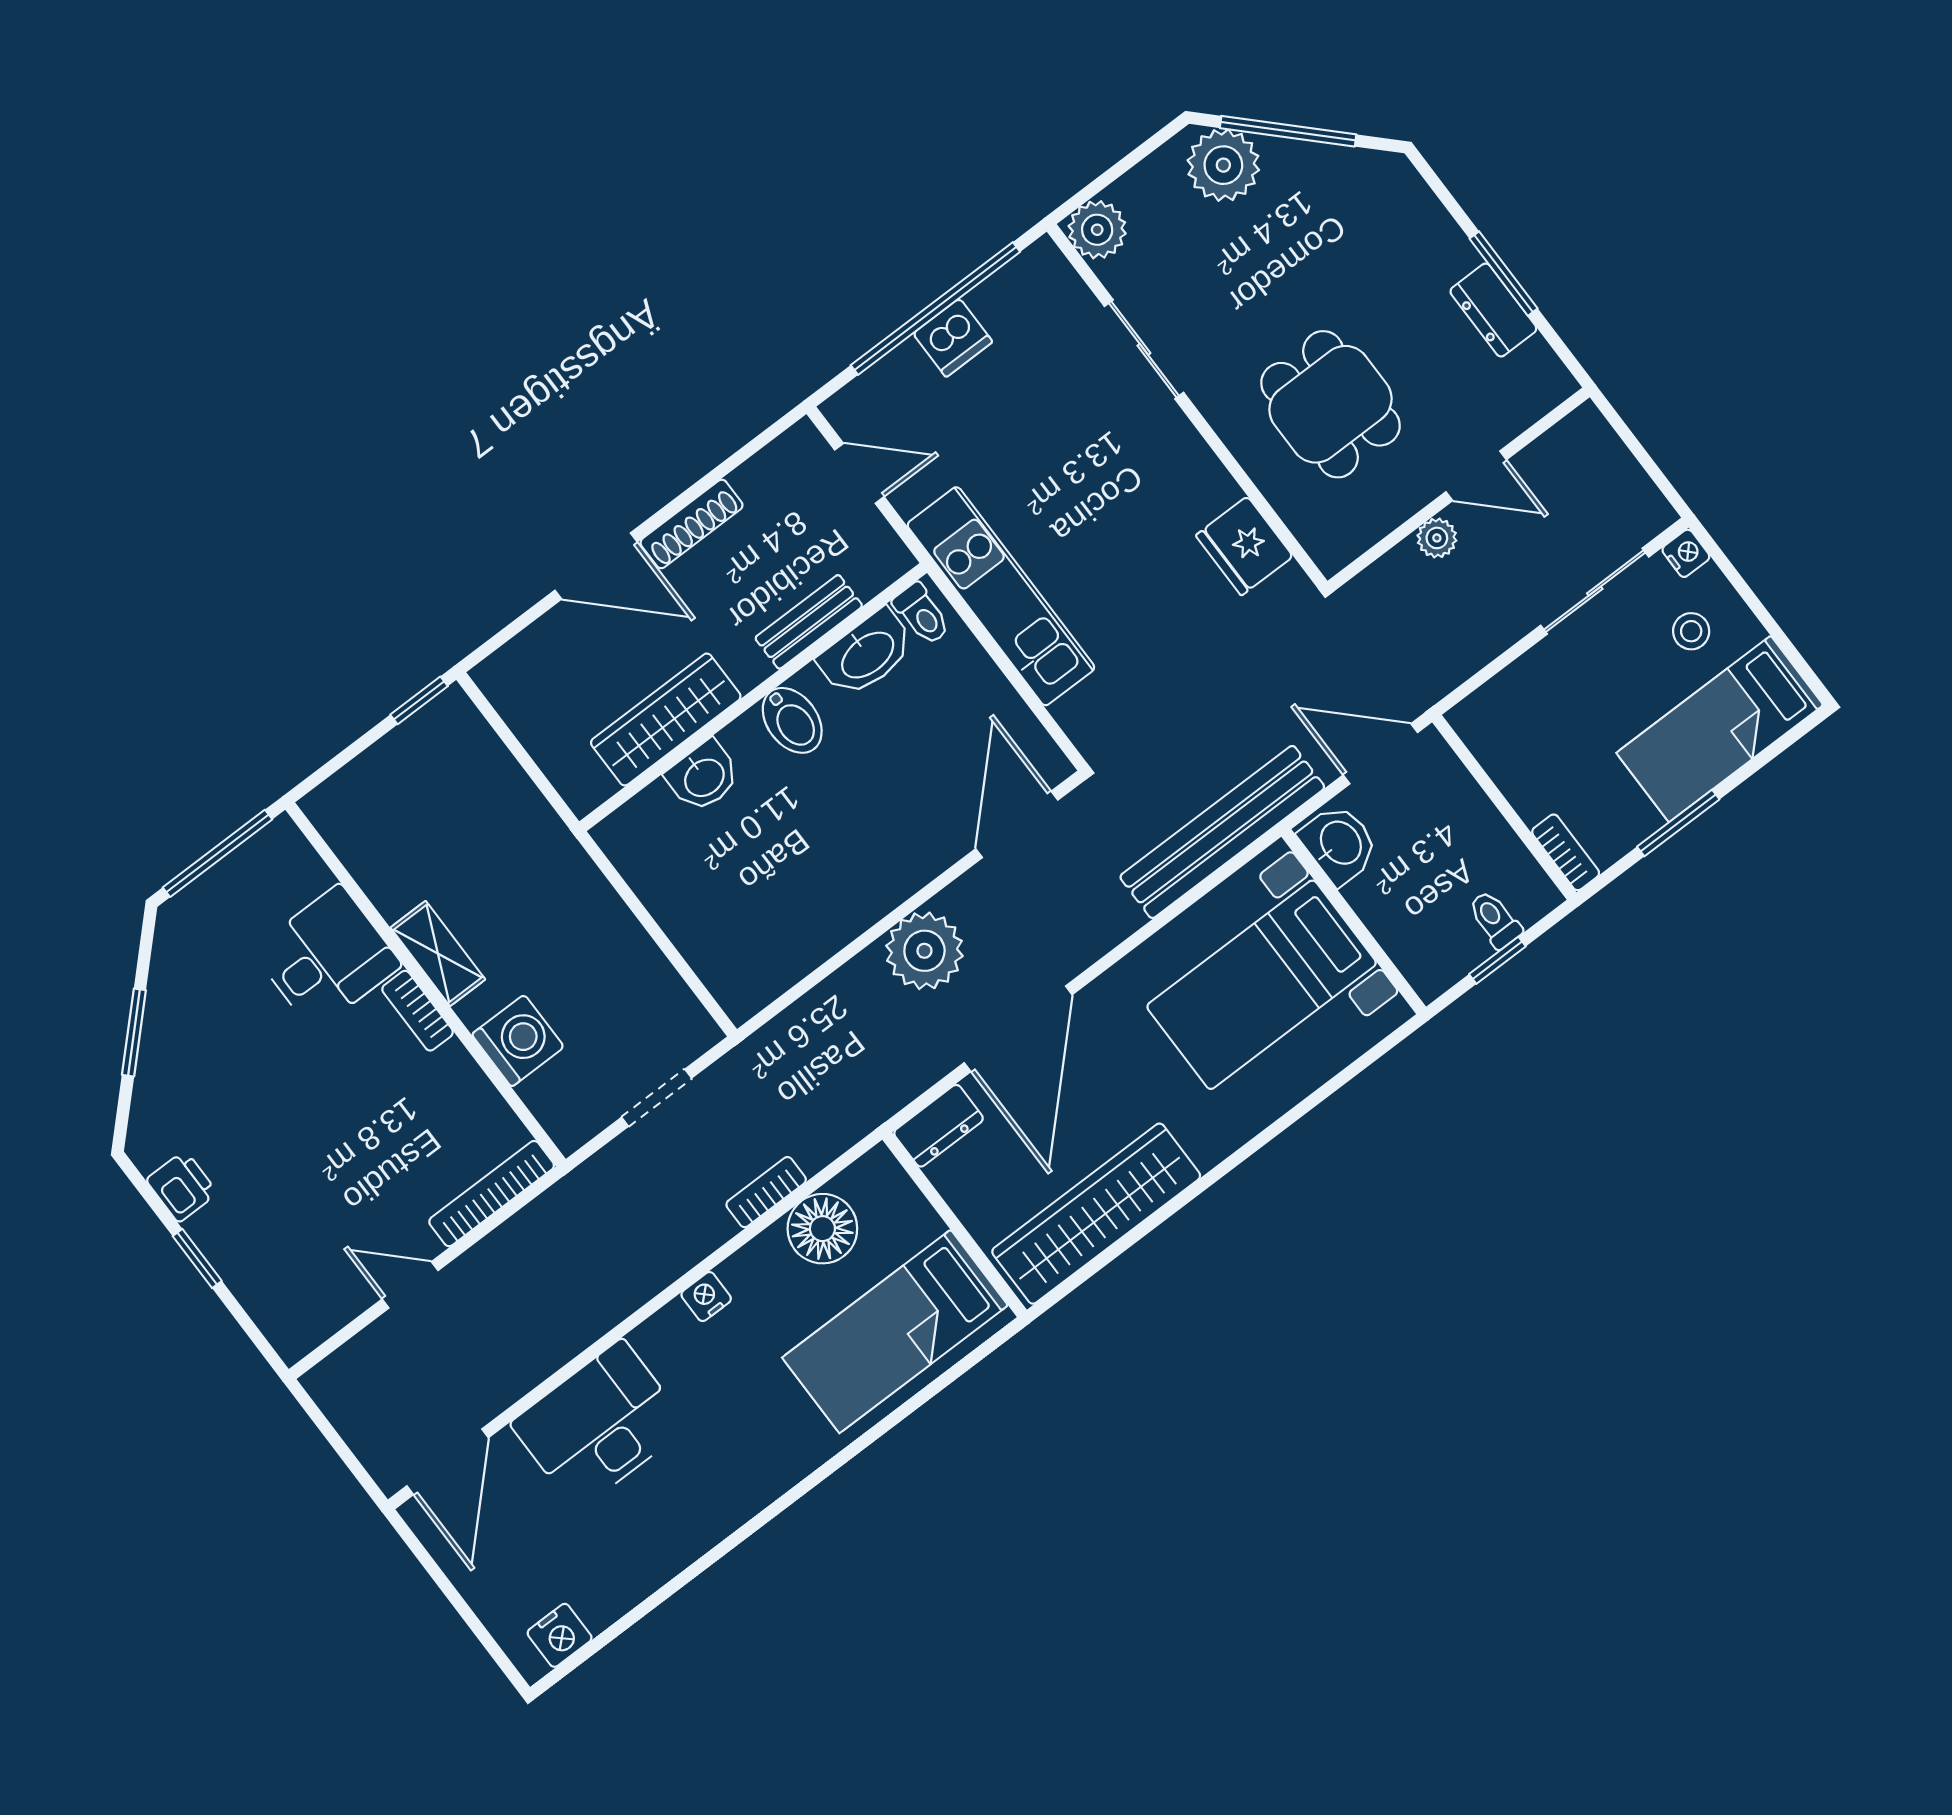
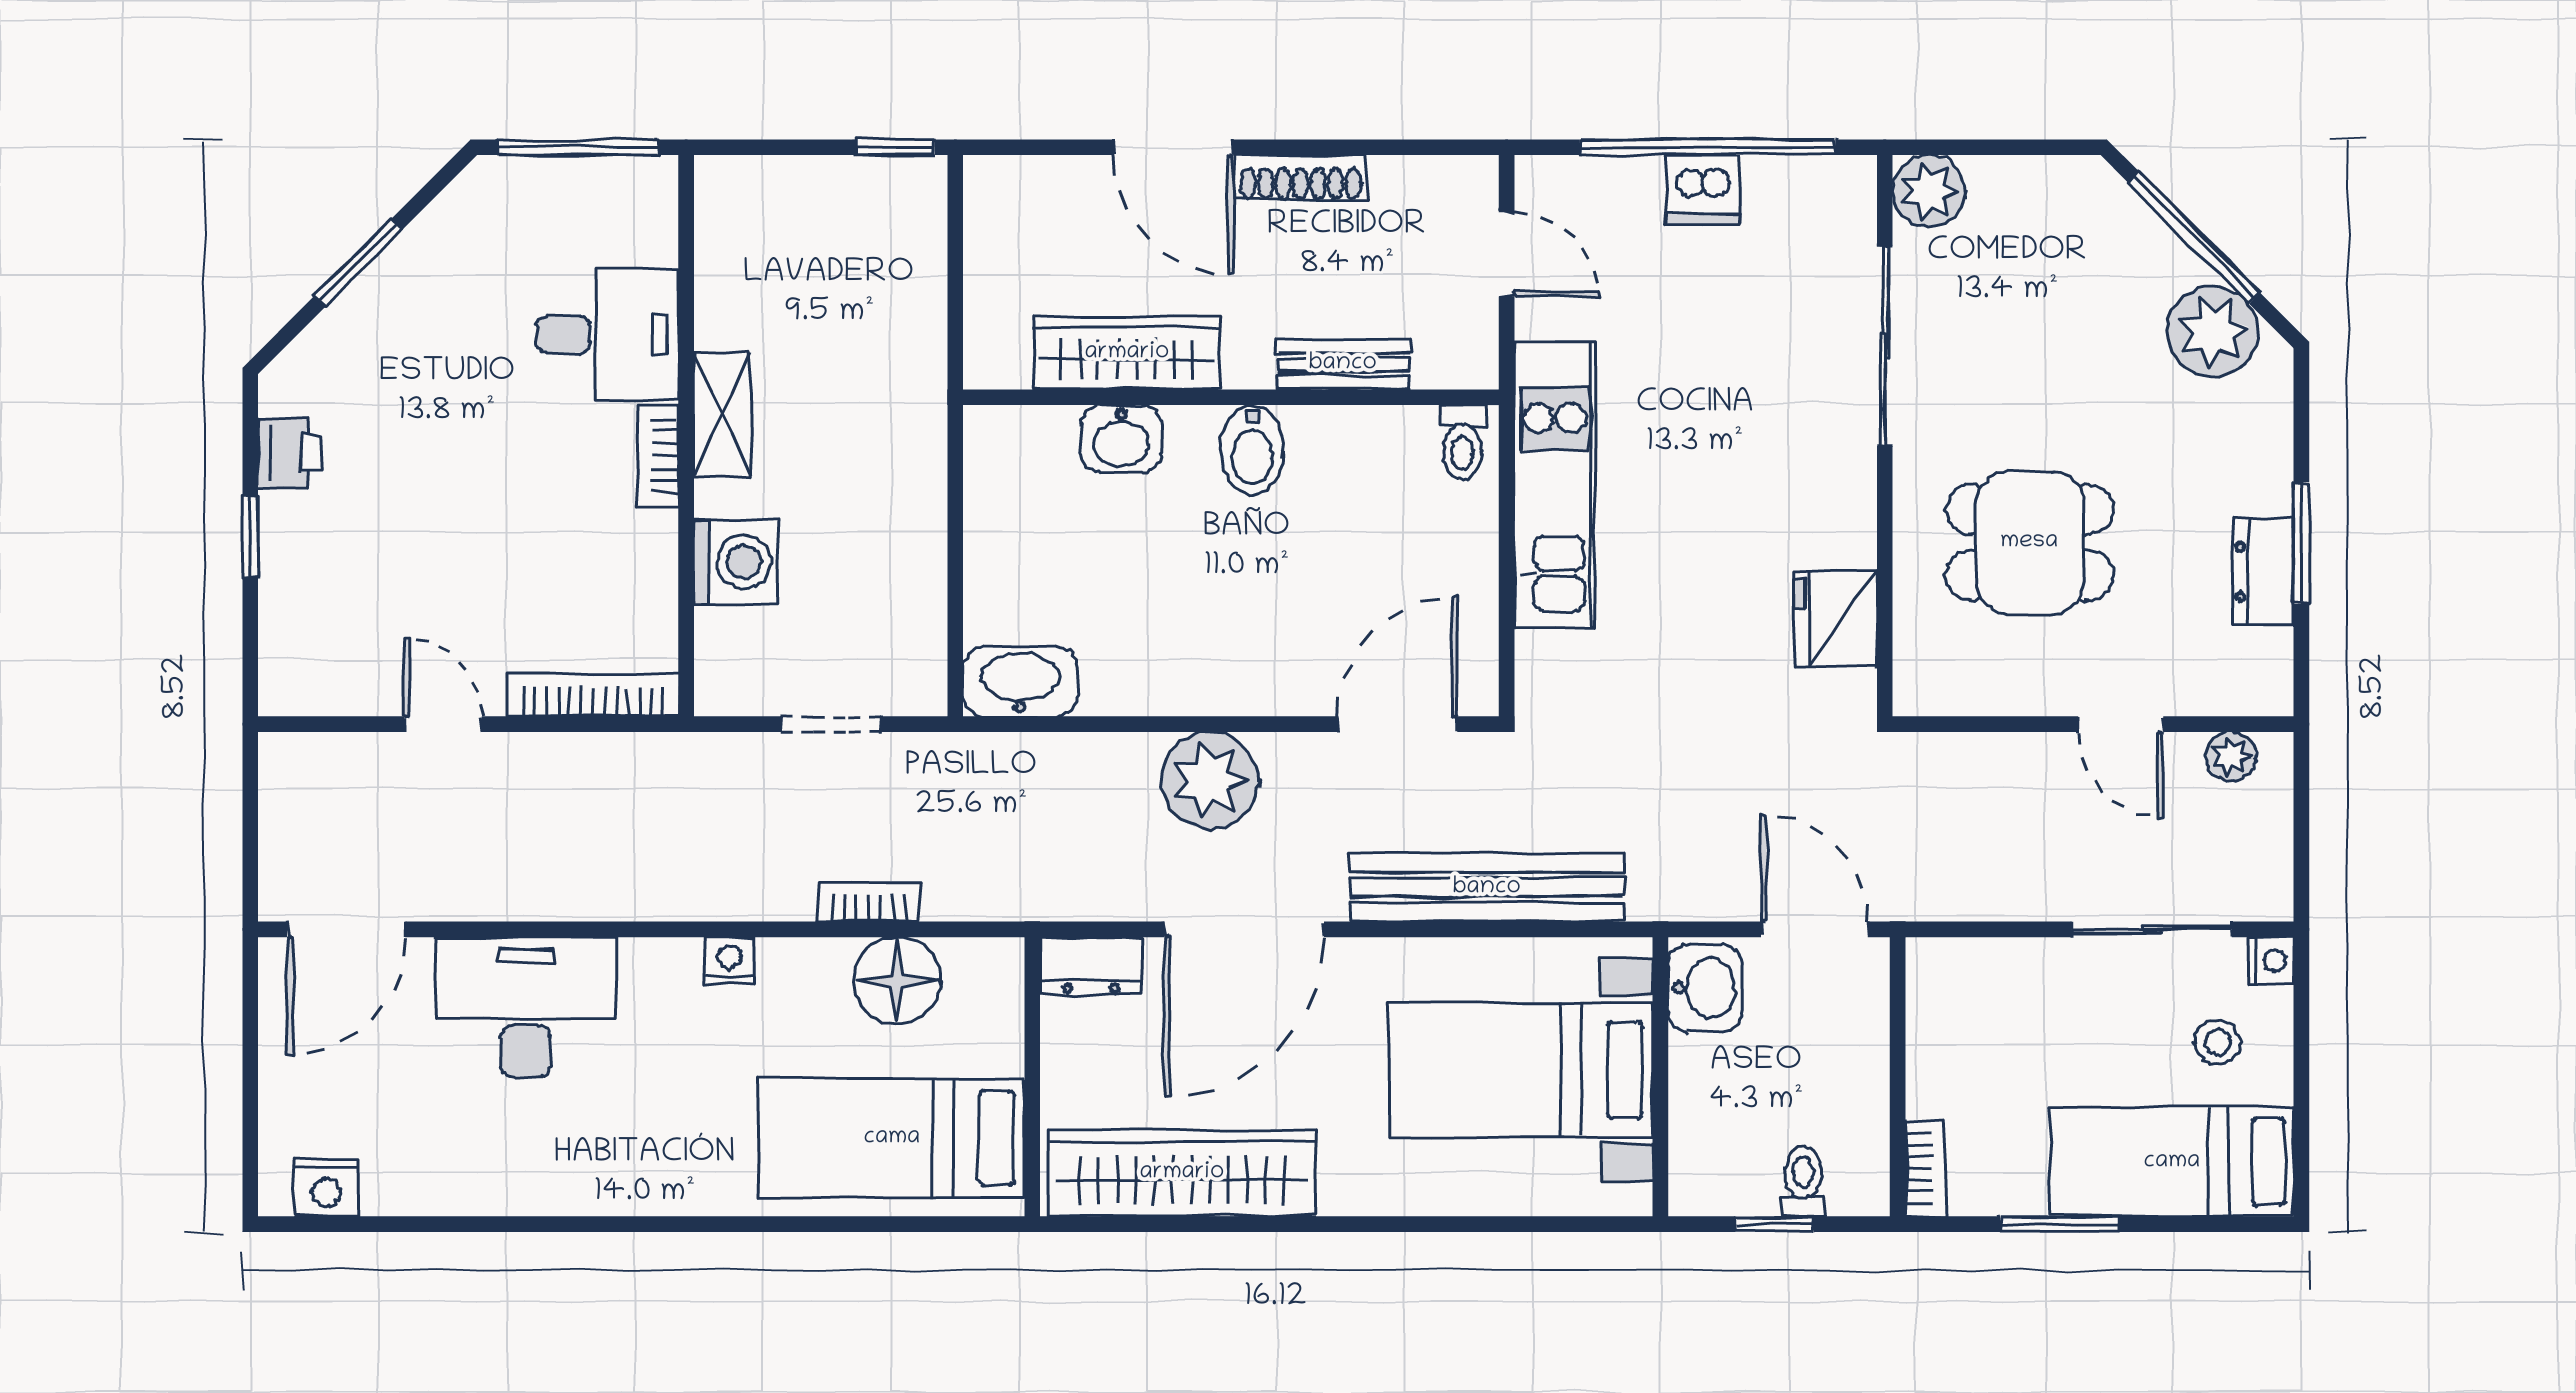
plant: (1223, 165) -> (2213, 331), moved
sliding door: (1144, 349) -> (1885, 346), width x1.37
dining table: (1330, 404) -> (2029, 542), turned 90
plant: (1437, 538) -> (2231, 757), moved
washbasin: (867, 654) -> (1020, 682), moved, turned 180
bench: (1222, 832) -> (1487, 888), moved

